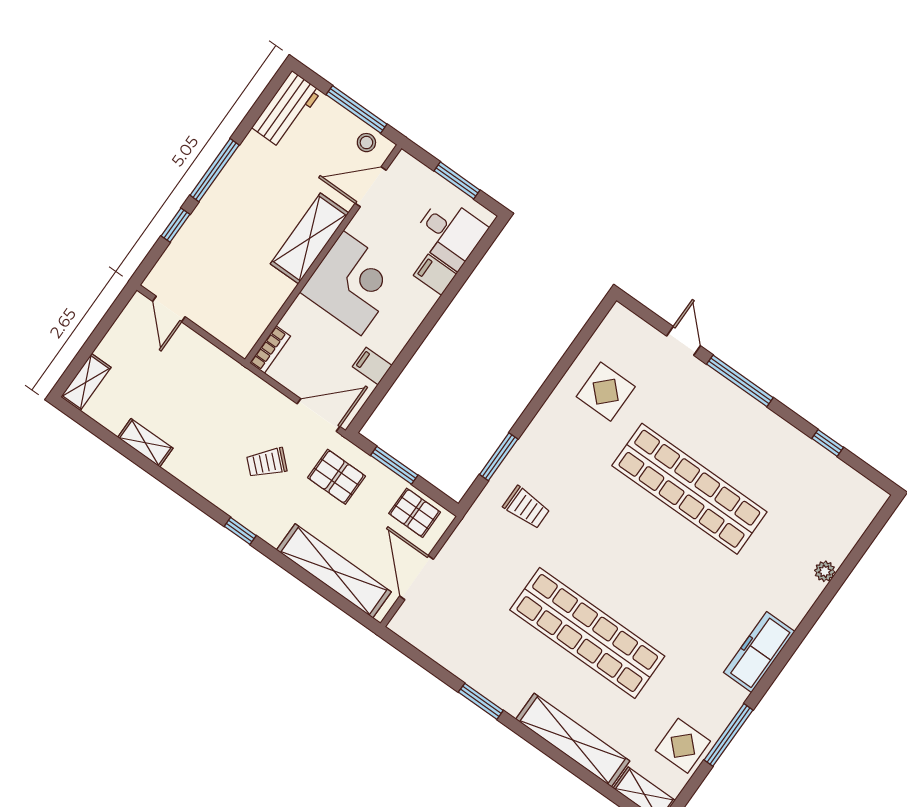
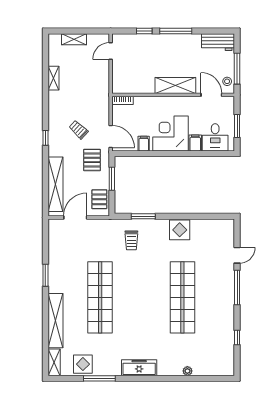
corner desk: (352, 283) -> (171, 133), moved, turned 180
shelving: (86, 382) -> (74, 39), moved
display table: (606, 392) -> (180, 230), moved

